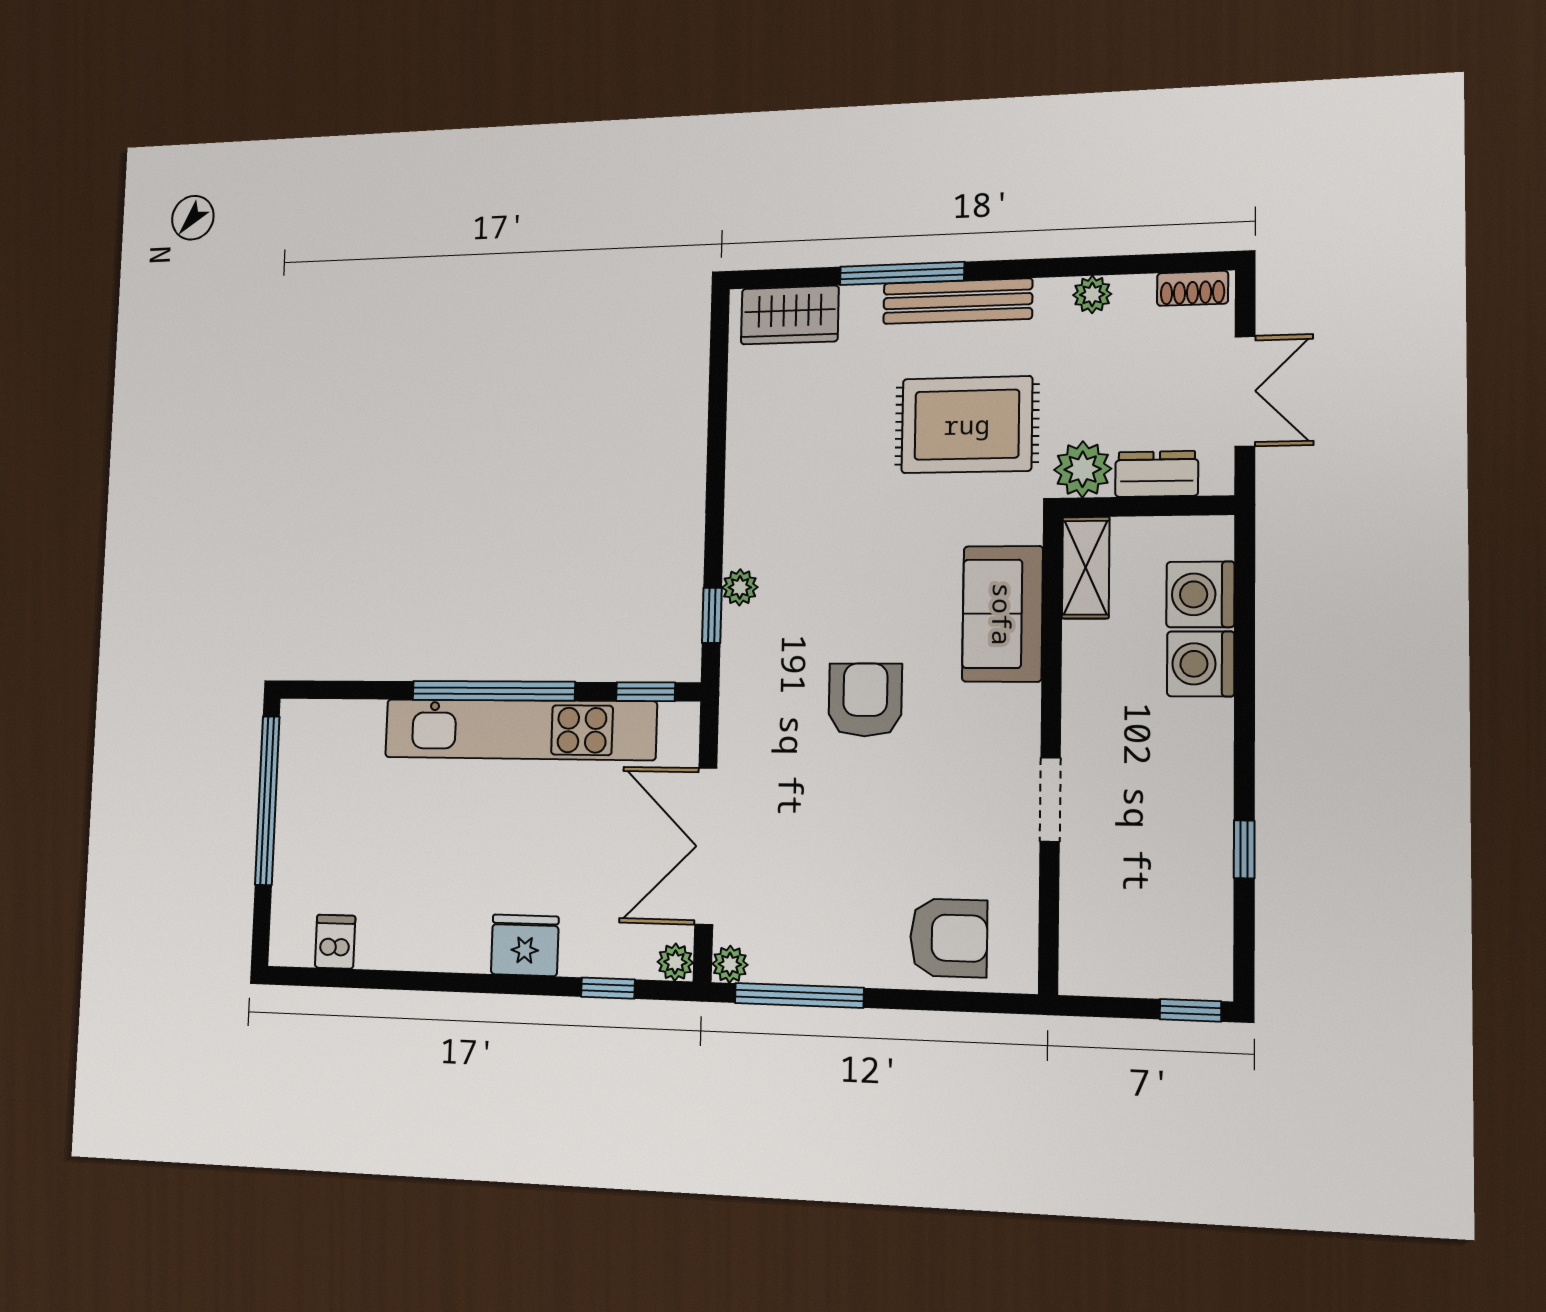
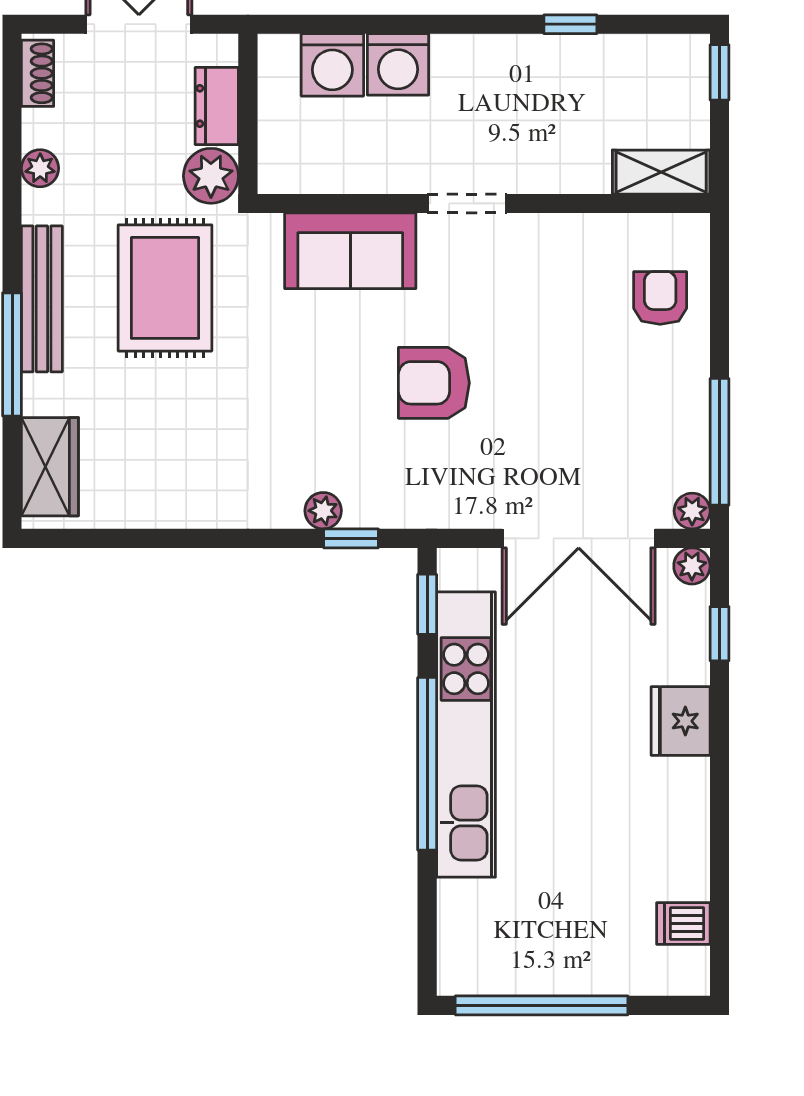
shelving: (1086, 568) -> (661, 172), moved
doorway: (1050, 799) -> (467, 203), moved
armchair: (949, 938) -> (660, 298), width x0.72, depth x0.72

